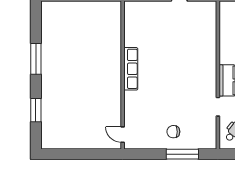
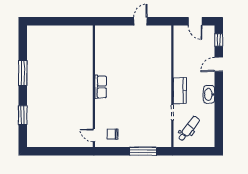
row of seats: (131, 69) -> (101, 87), width x0.68
chair: (173, 132) -> (113, 134), moved

